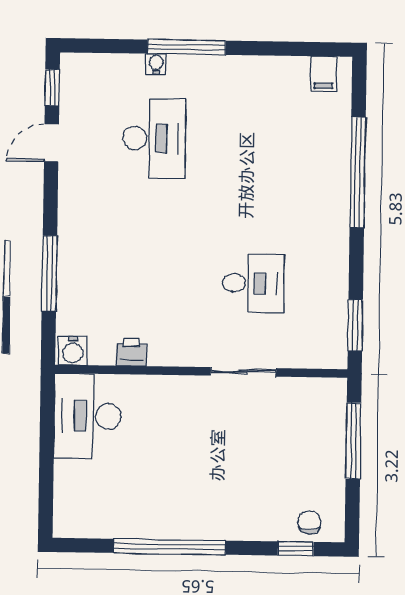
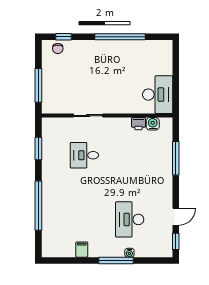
filing cabinet: (324, 74) -> (82, 250), moved
window: (355, 325) -> (38, 148), moved
water cooler: (73, 351) -> (153, 124), moved

